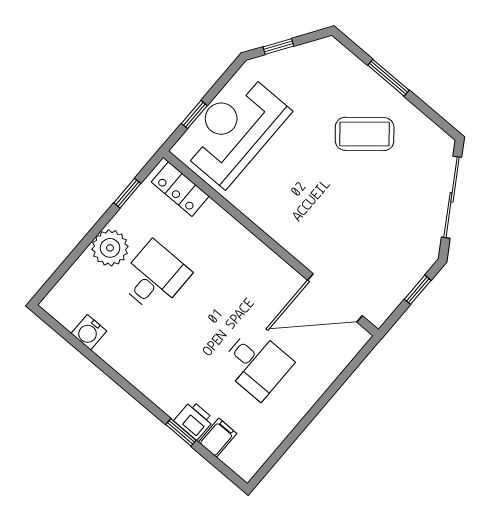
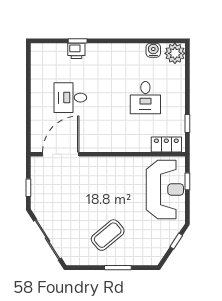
plant: (110, 248) -> (175, 53), moved
filing cabinet: (218, 438) -> (60, 52), removed

